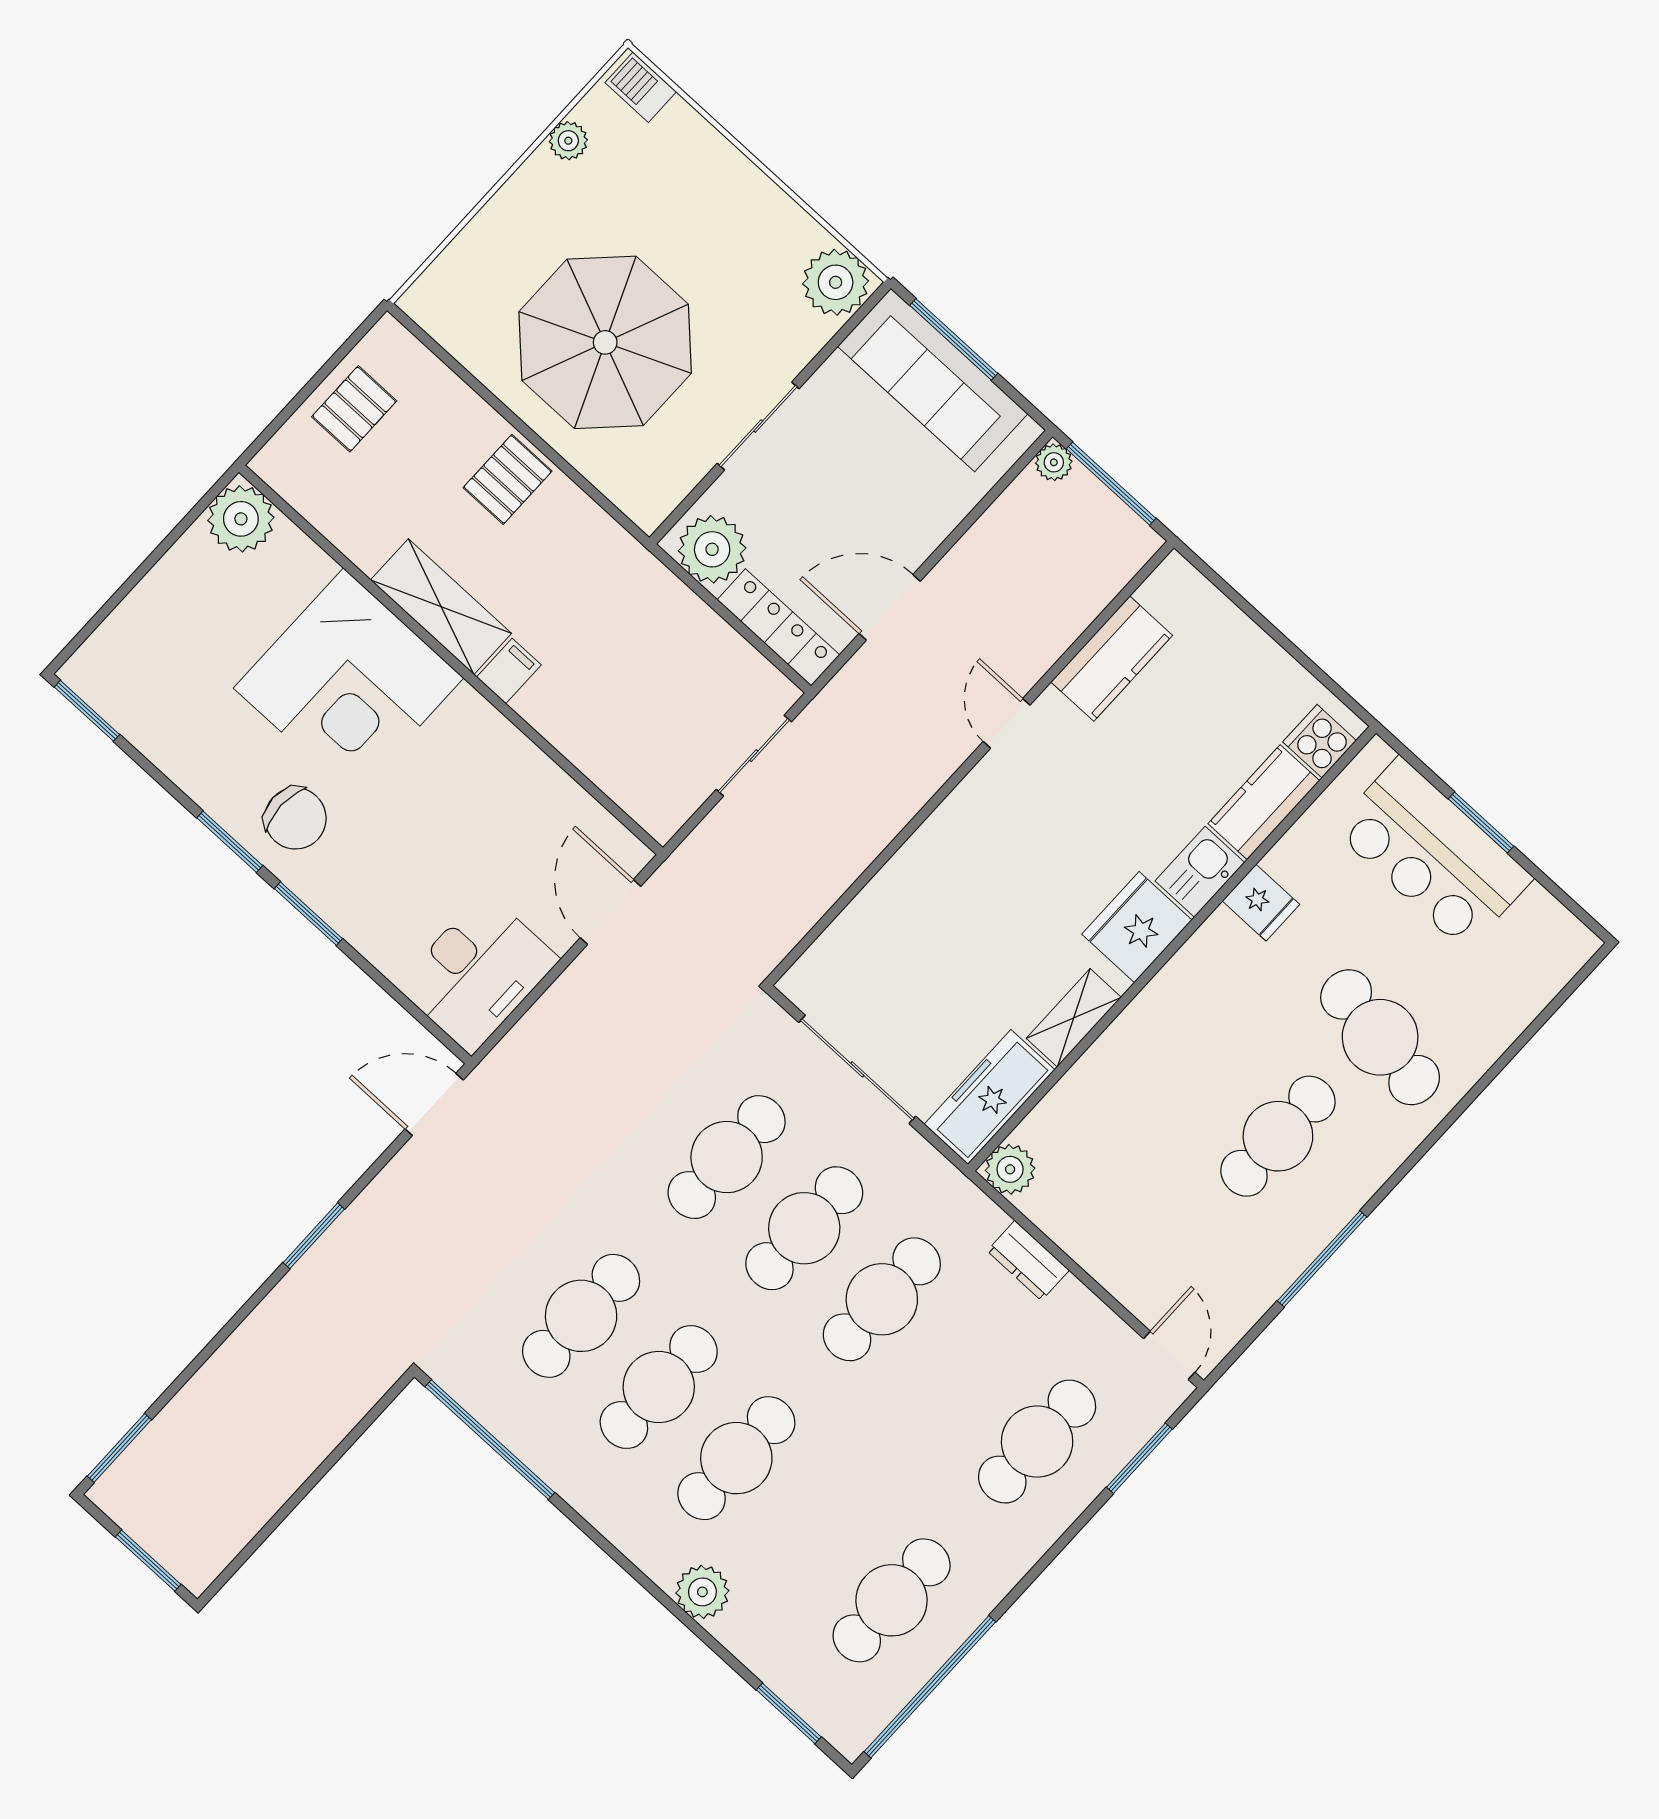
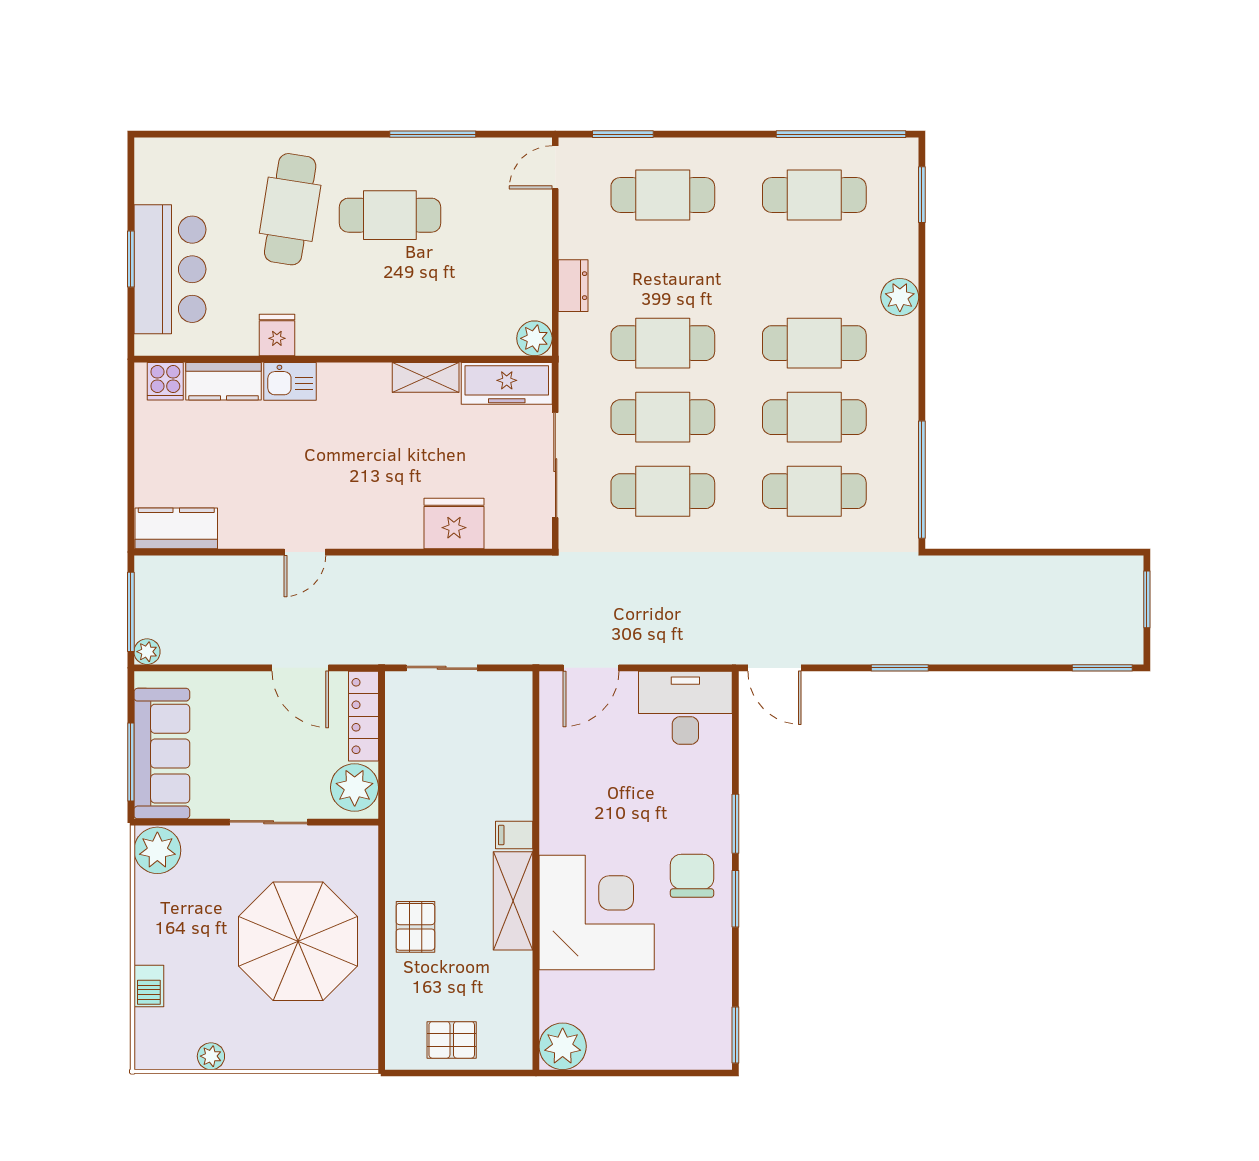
barbecue: (641, 87) -> (149, 986), moved
pallet: (508, 479) -> (415, 927), turned 90
kitchen counter: (1112, 659) -> (176, 528), moved
fridge: (1137, 927) -> (454, 524), moved, turned 180

